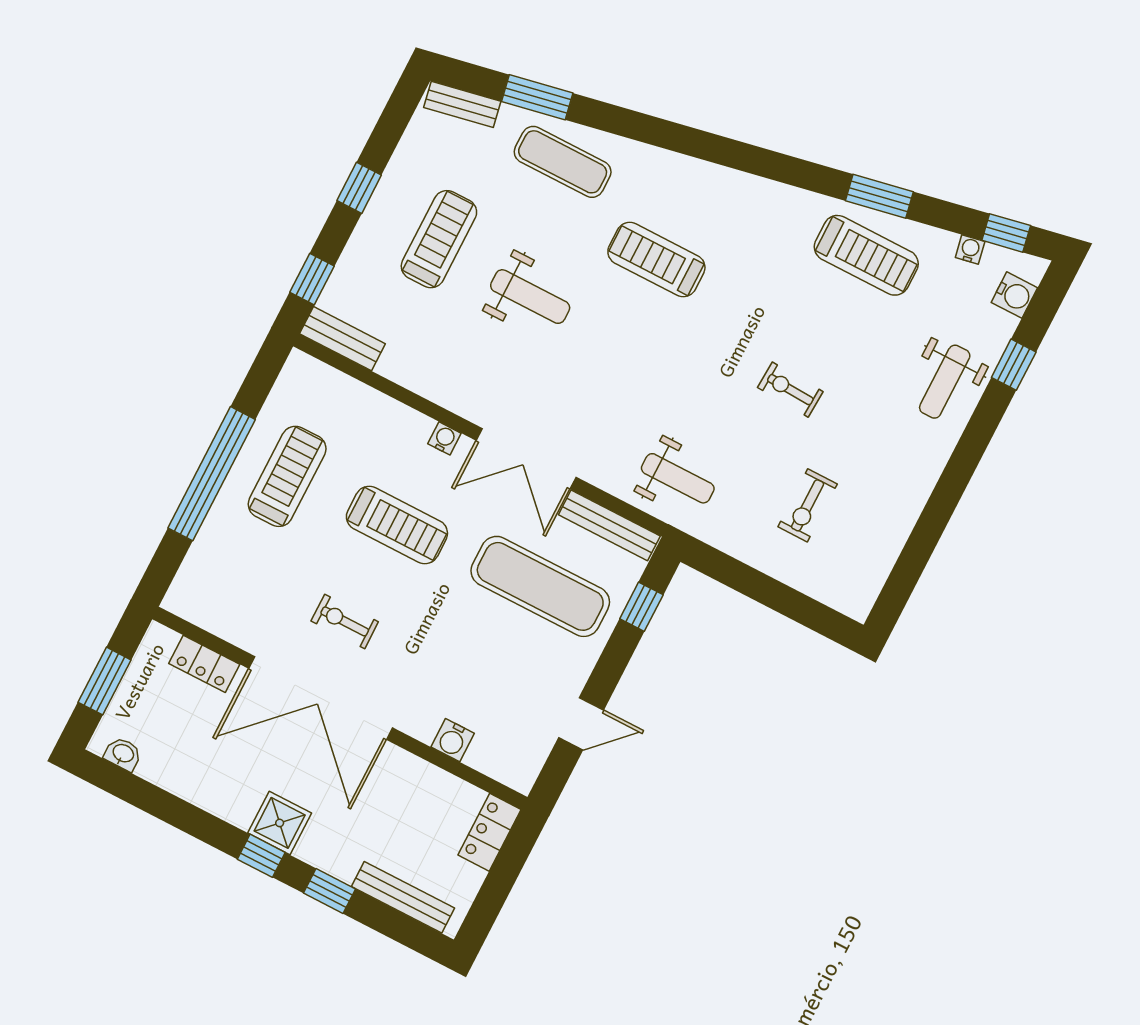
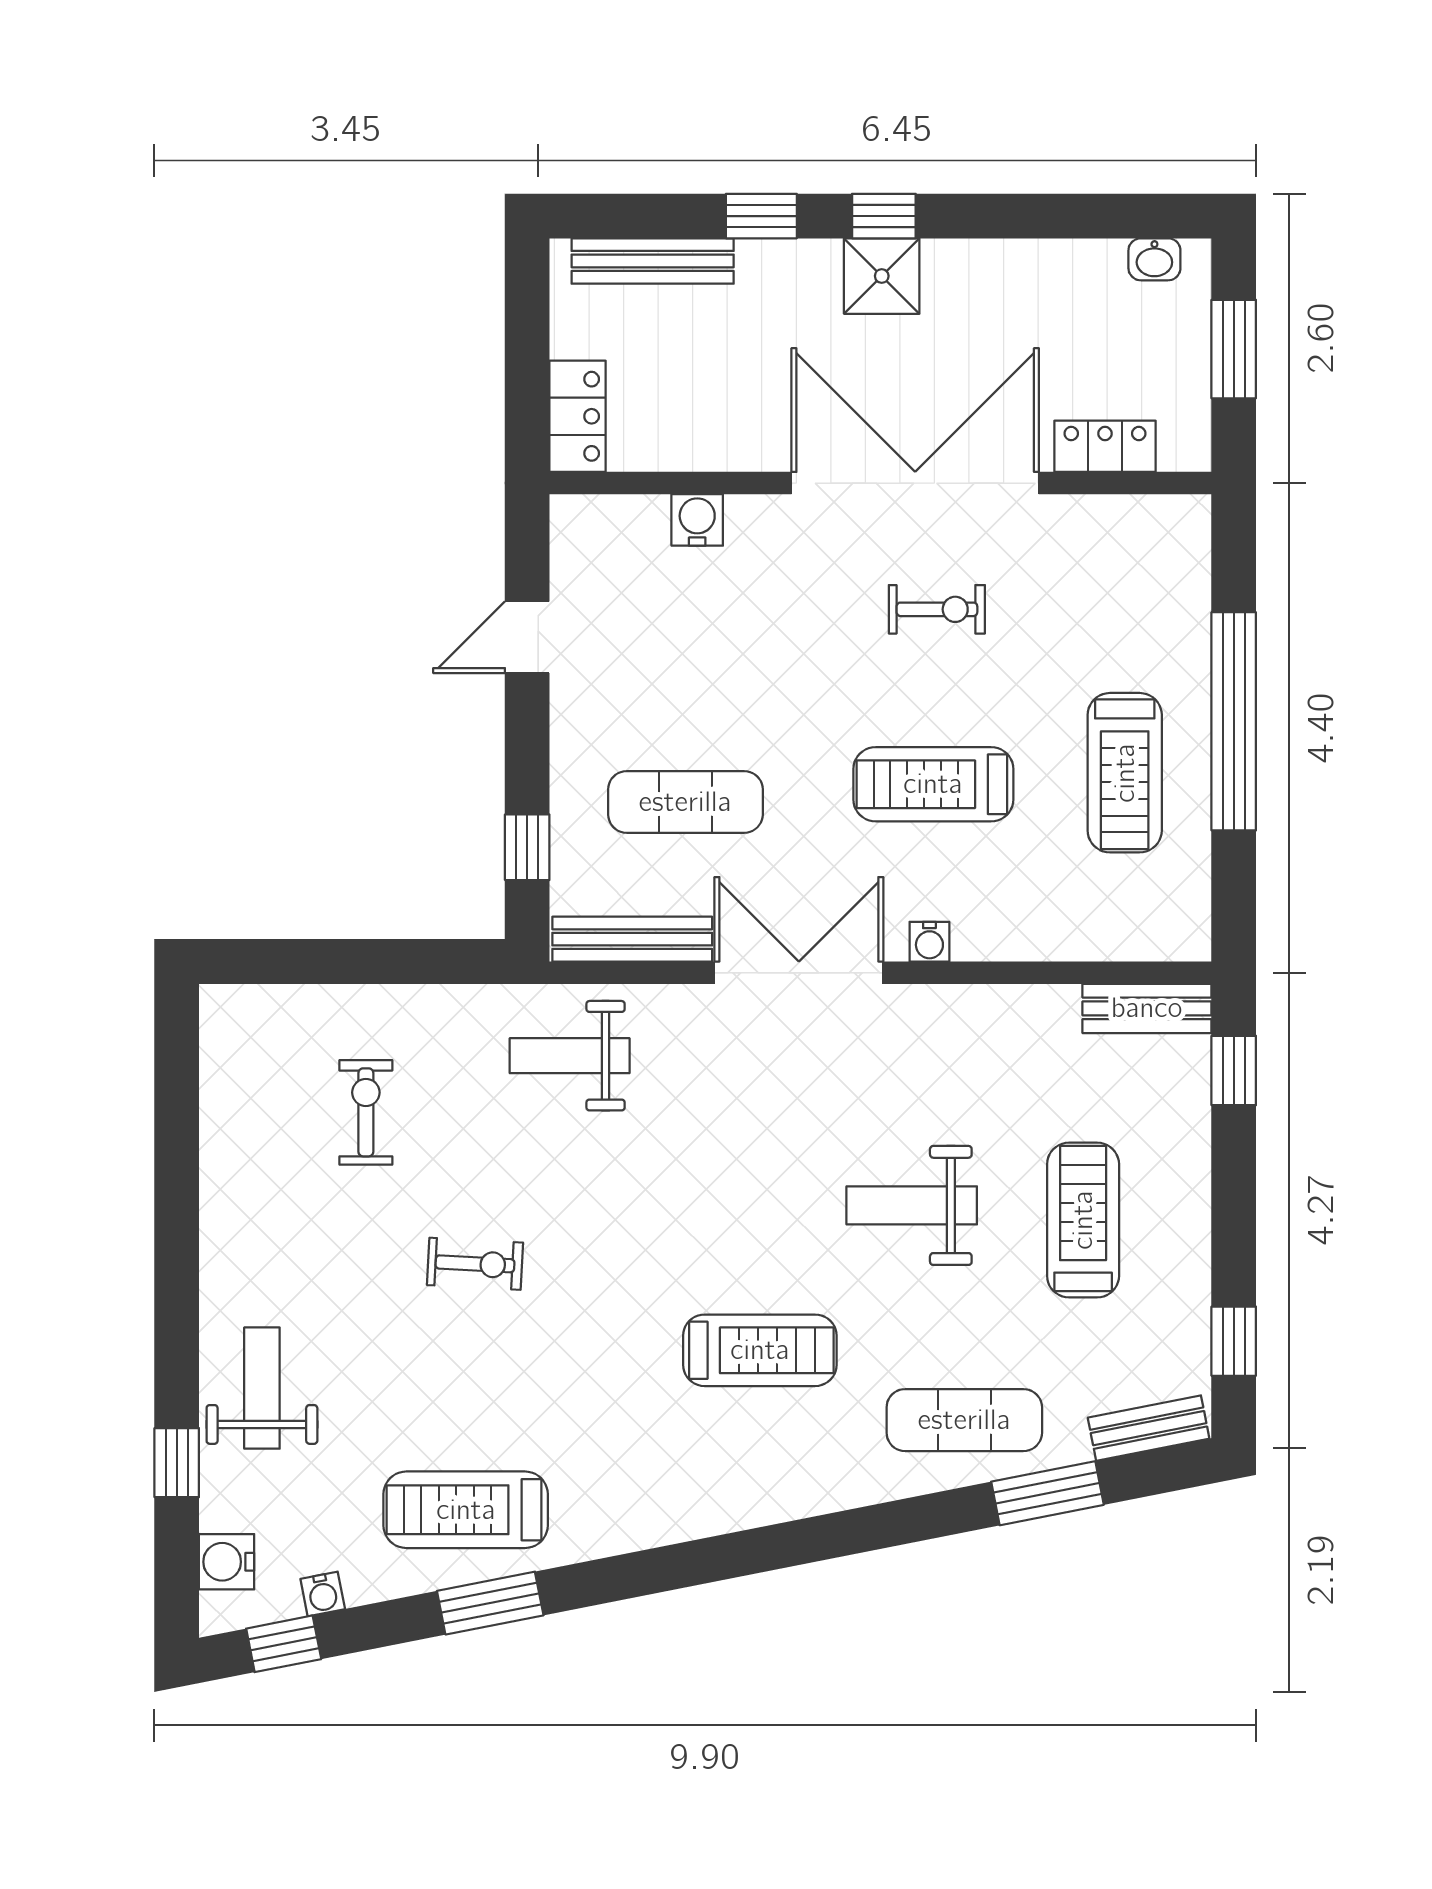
window: (359, 188) -> (1234, 1341), moved
treadmill: (439, 239) -> (1083, 1220), turned 180
exercise mat: (540, 586) -> (685, 802), width x0.73, depth x0.69

